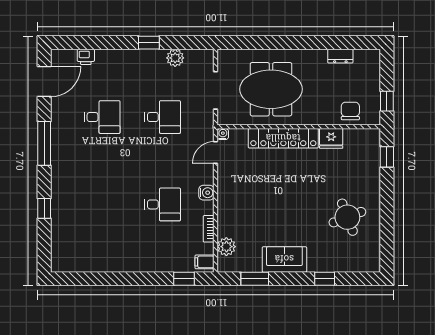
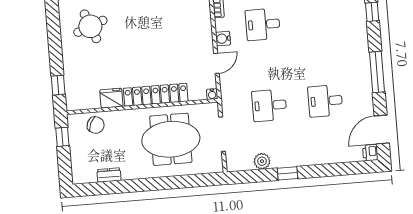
printer: (86, 57) -> (370, 153), moved, turned -90
chair: (350, 111) -> (96, 125), turned -65
door: (216, 152) -> (216, 63), moved

